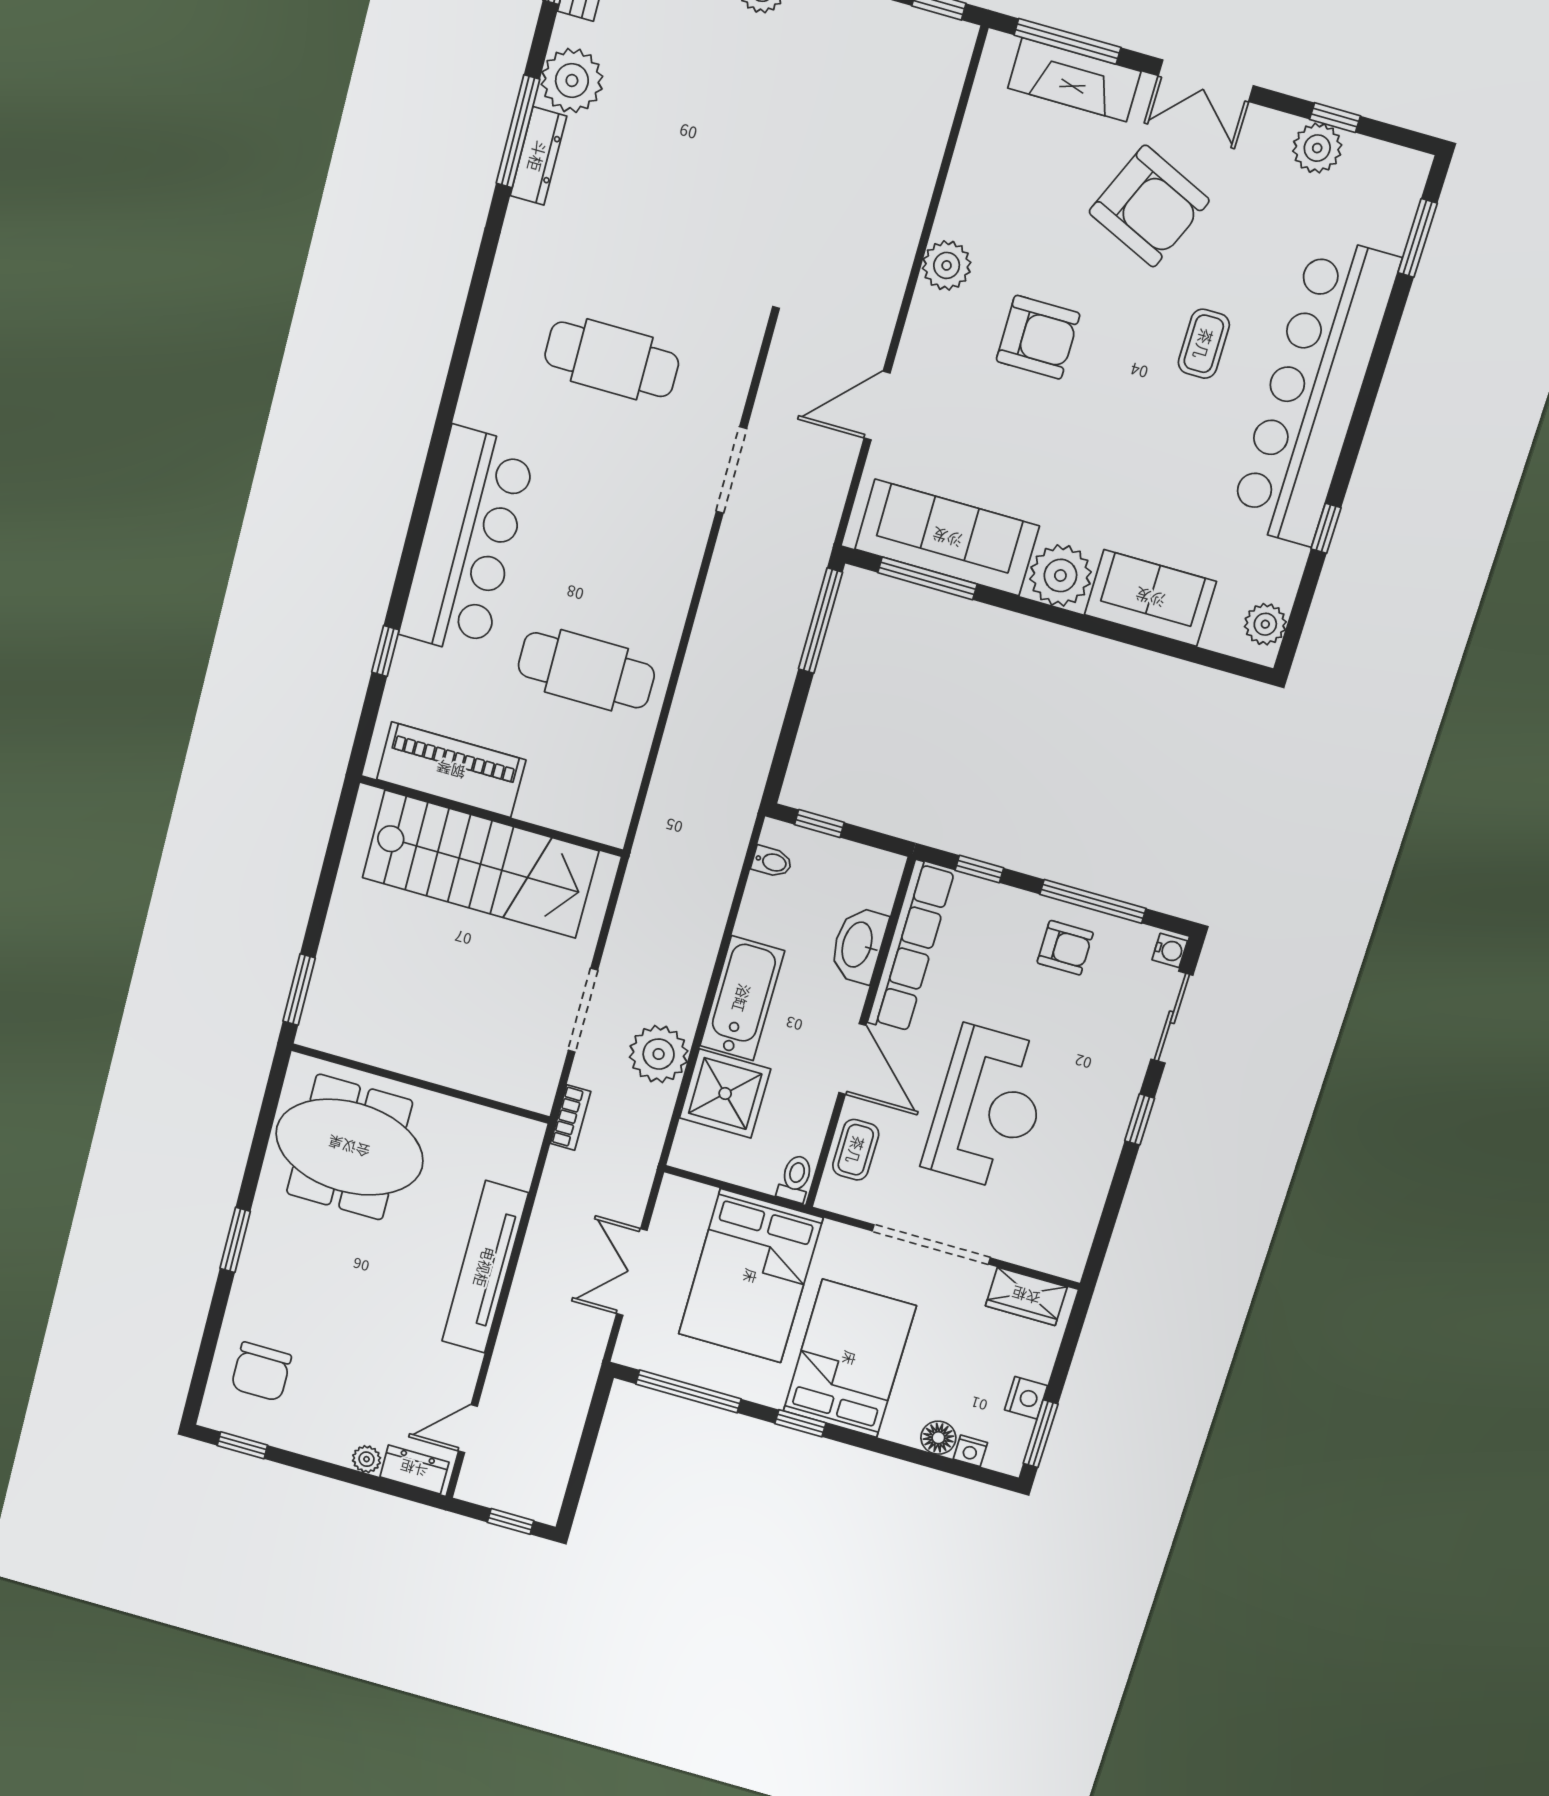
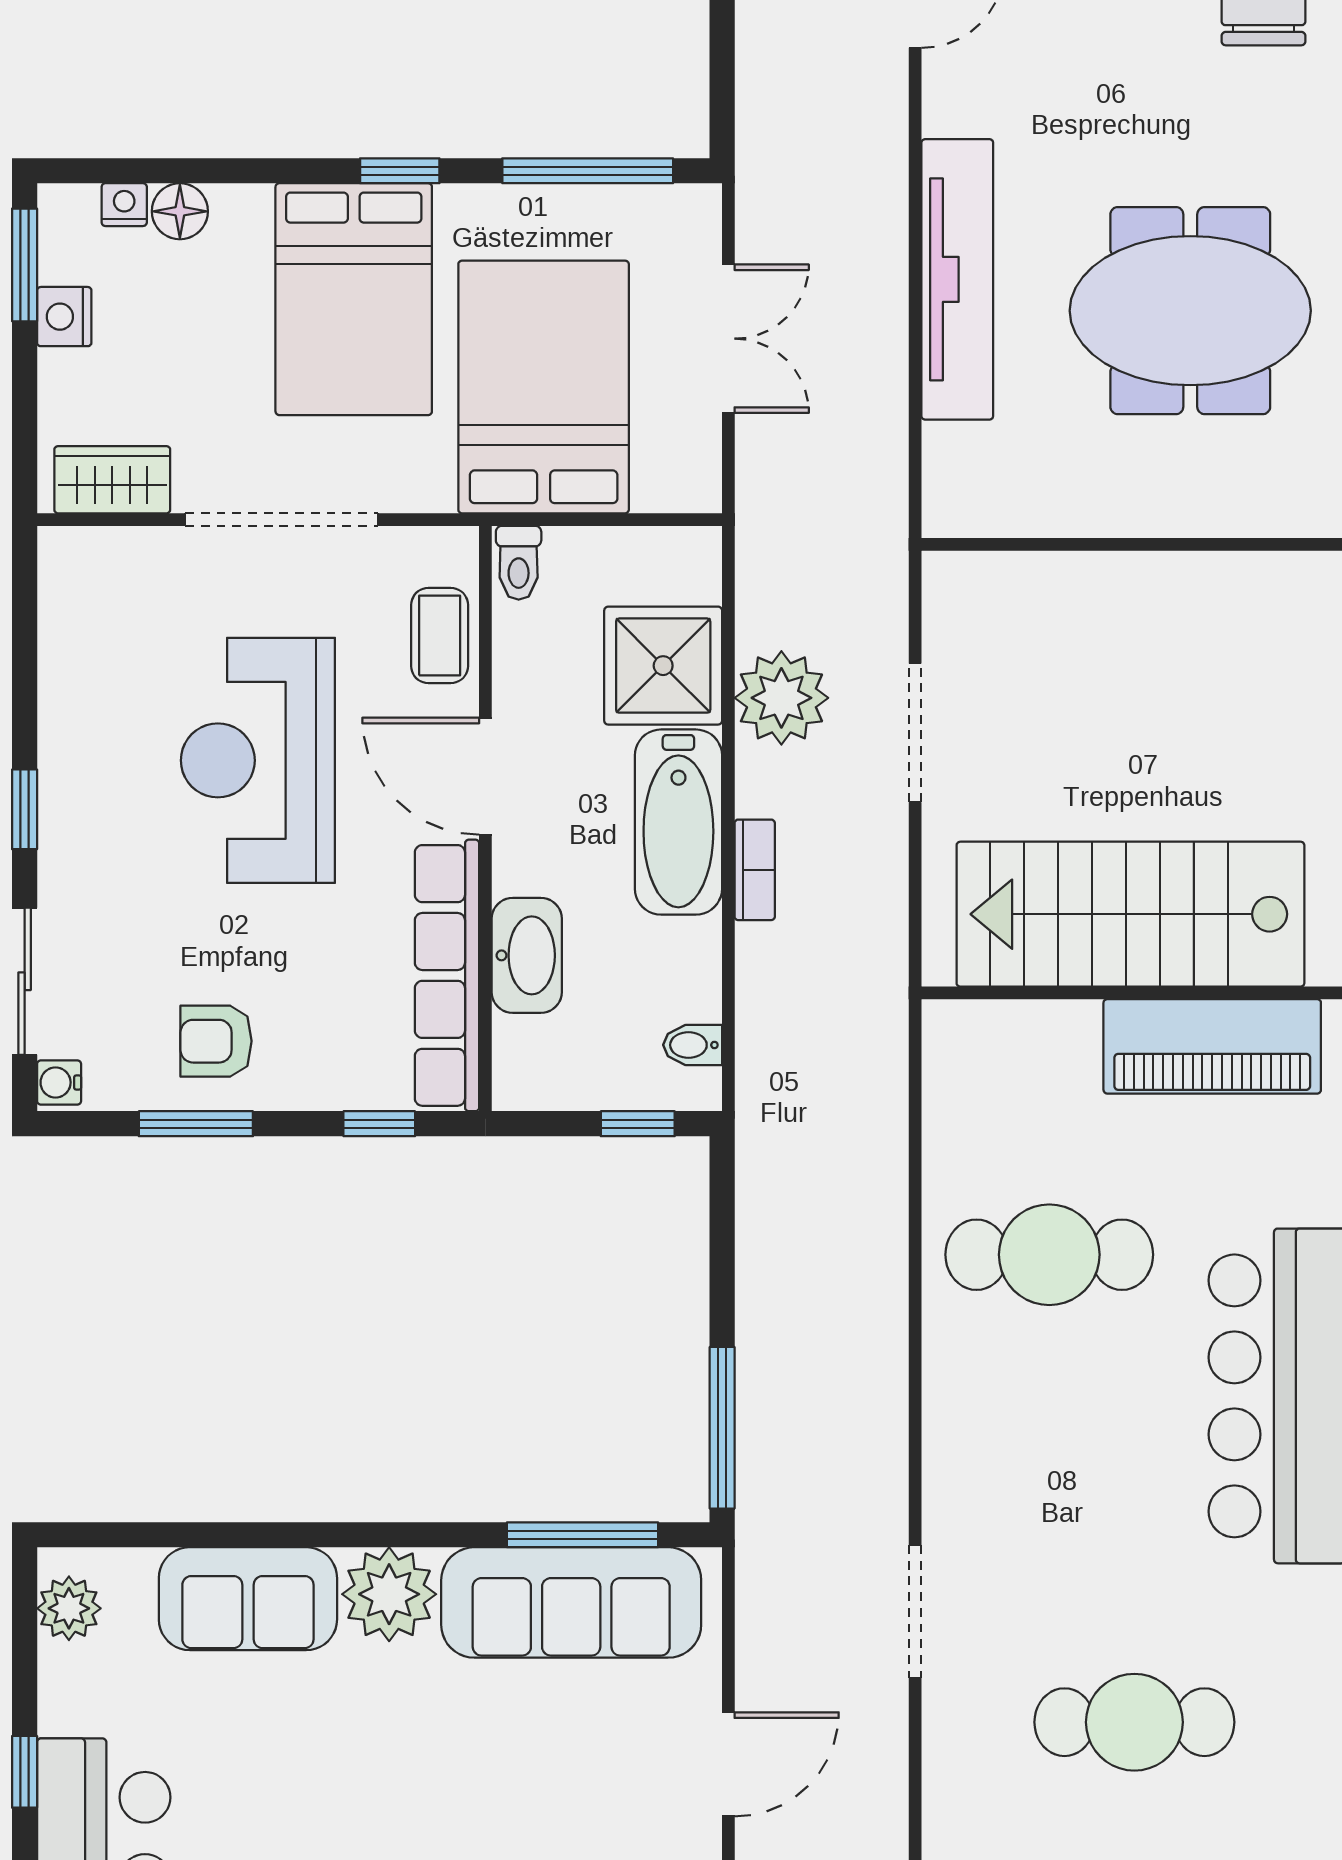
window: (1093, 901) -> (196, 1124), width x0.69
bookcase: (571, 1117) -> (755, 870), moved, turned 180
meeting table: (349, 1147) -> (1190, 311), moved

